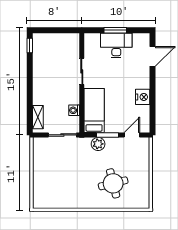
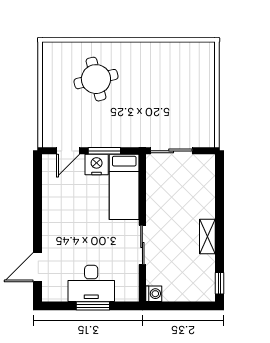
nightstand: (143, 97) -> (97, 165), moved, turned 90
washing machine: (74, 110) -> (154, 294), moved
shelving: (38, 117) -> (207, 237), moved
plant: (98, 144) -> (118, 137), removed

